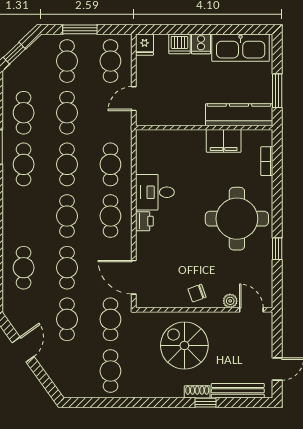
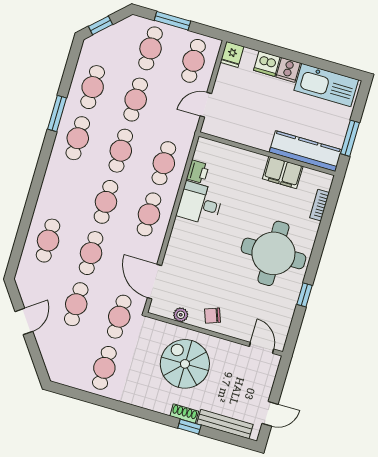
printer: (144, 221) -> (198, 172), moved
plant: (230, 301) -> (181, 315), moved

